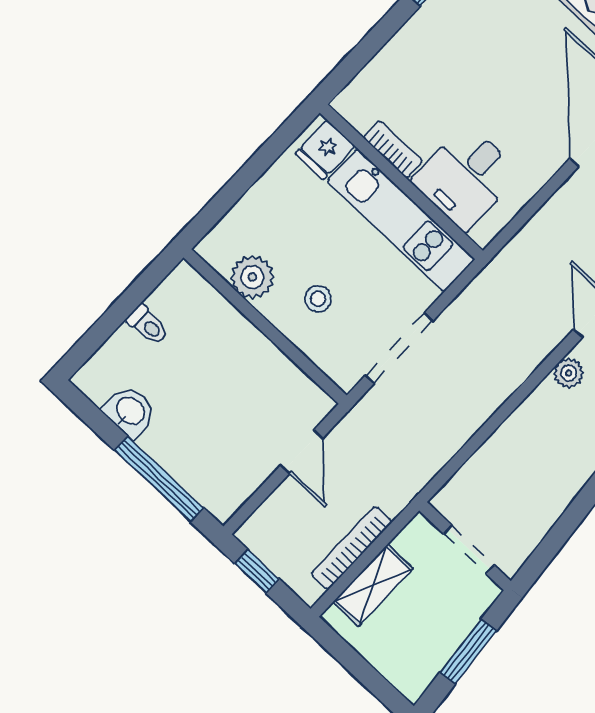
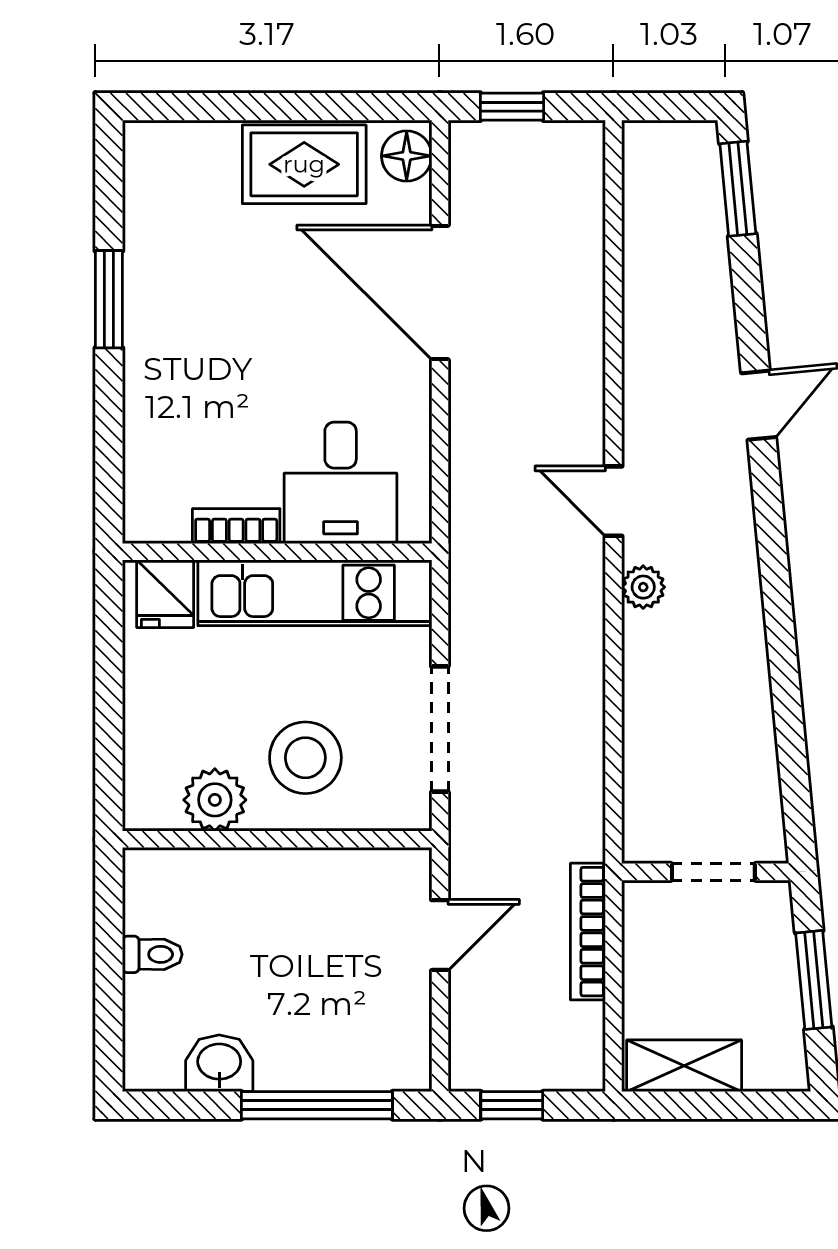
stool: (318, 299) -> (305, 758), width x1.89, depth x1.89
door: (302, 452) -> (440, 935), hinge flipped
bookcase: (351, 548) -> (588, 932), moved
shelving: (373, 585) -> (684, 1066), moved, turned 90

